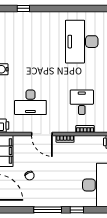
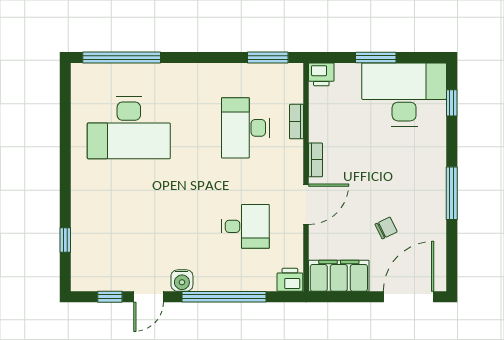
desk: (30, 102) -> (245, 226), width x0.73
desk: (82, 102) -> (245, 128), width x1.37
window: (77, 210) -> (452, 103), moved

